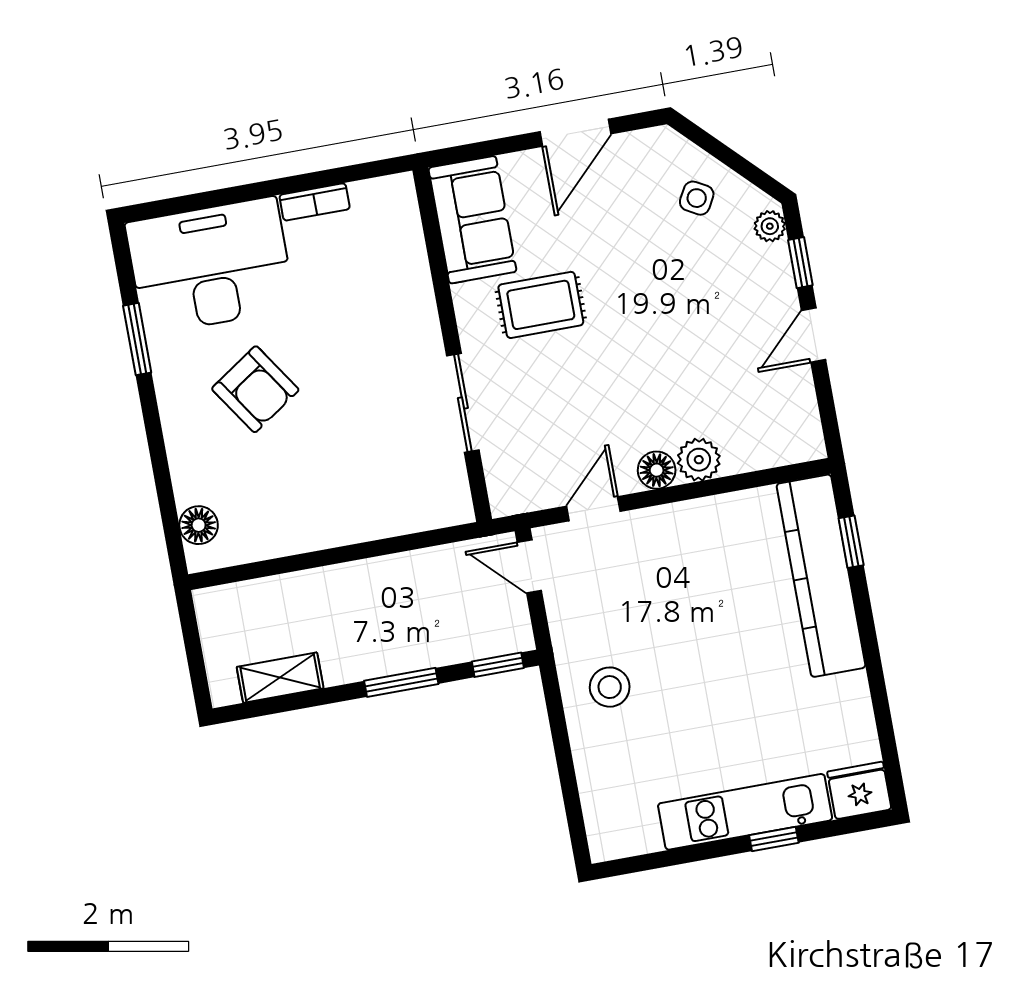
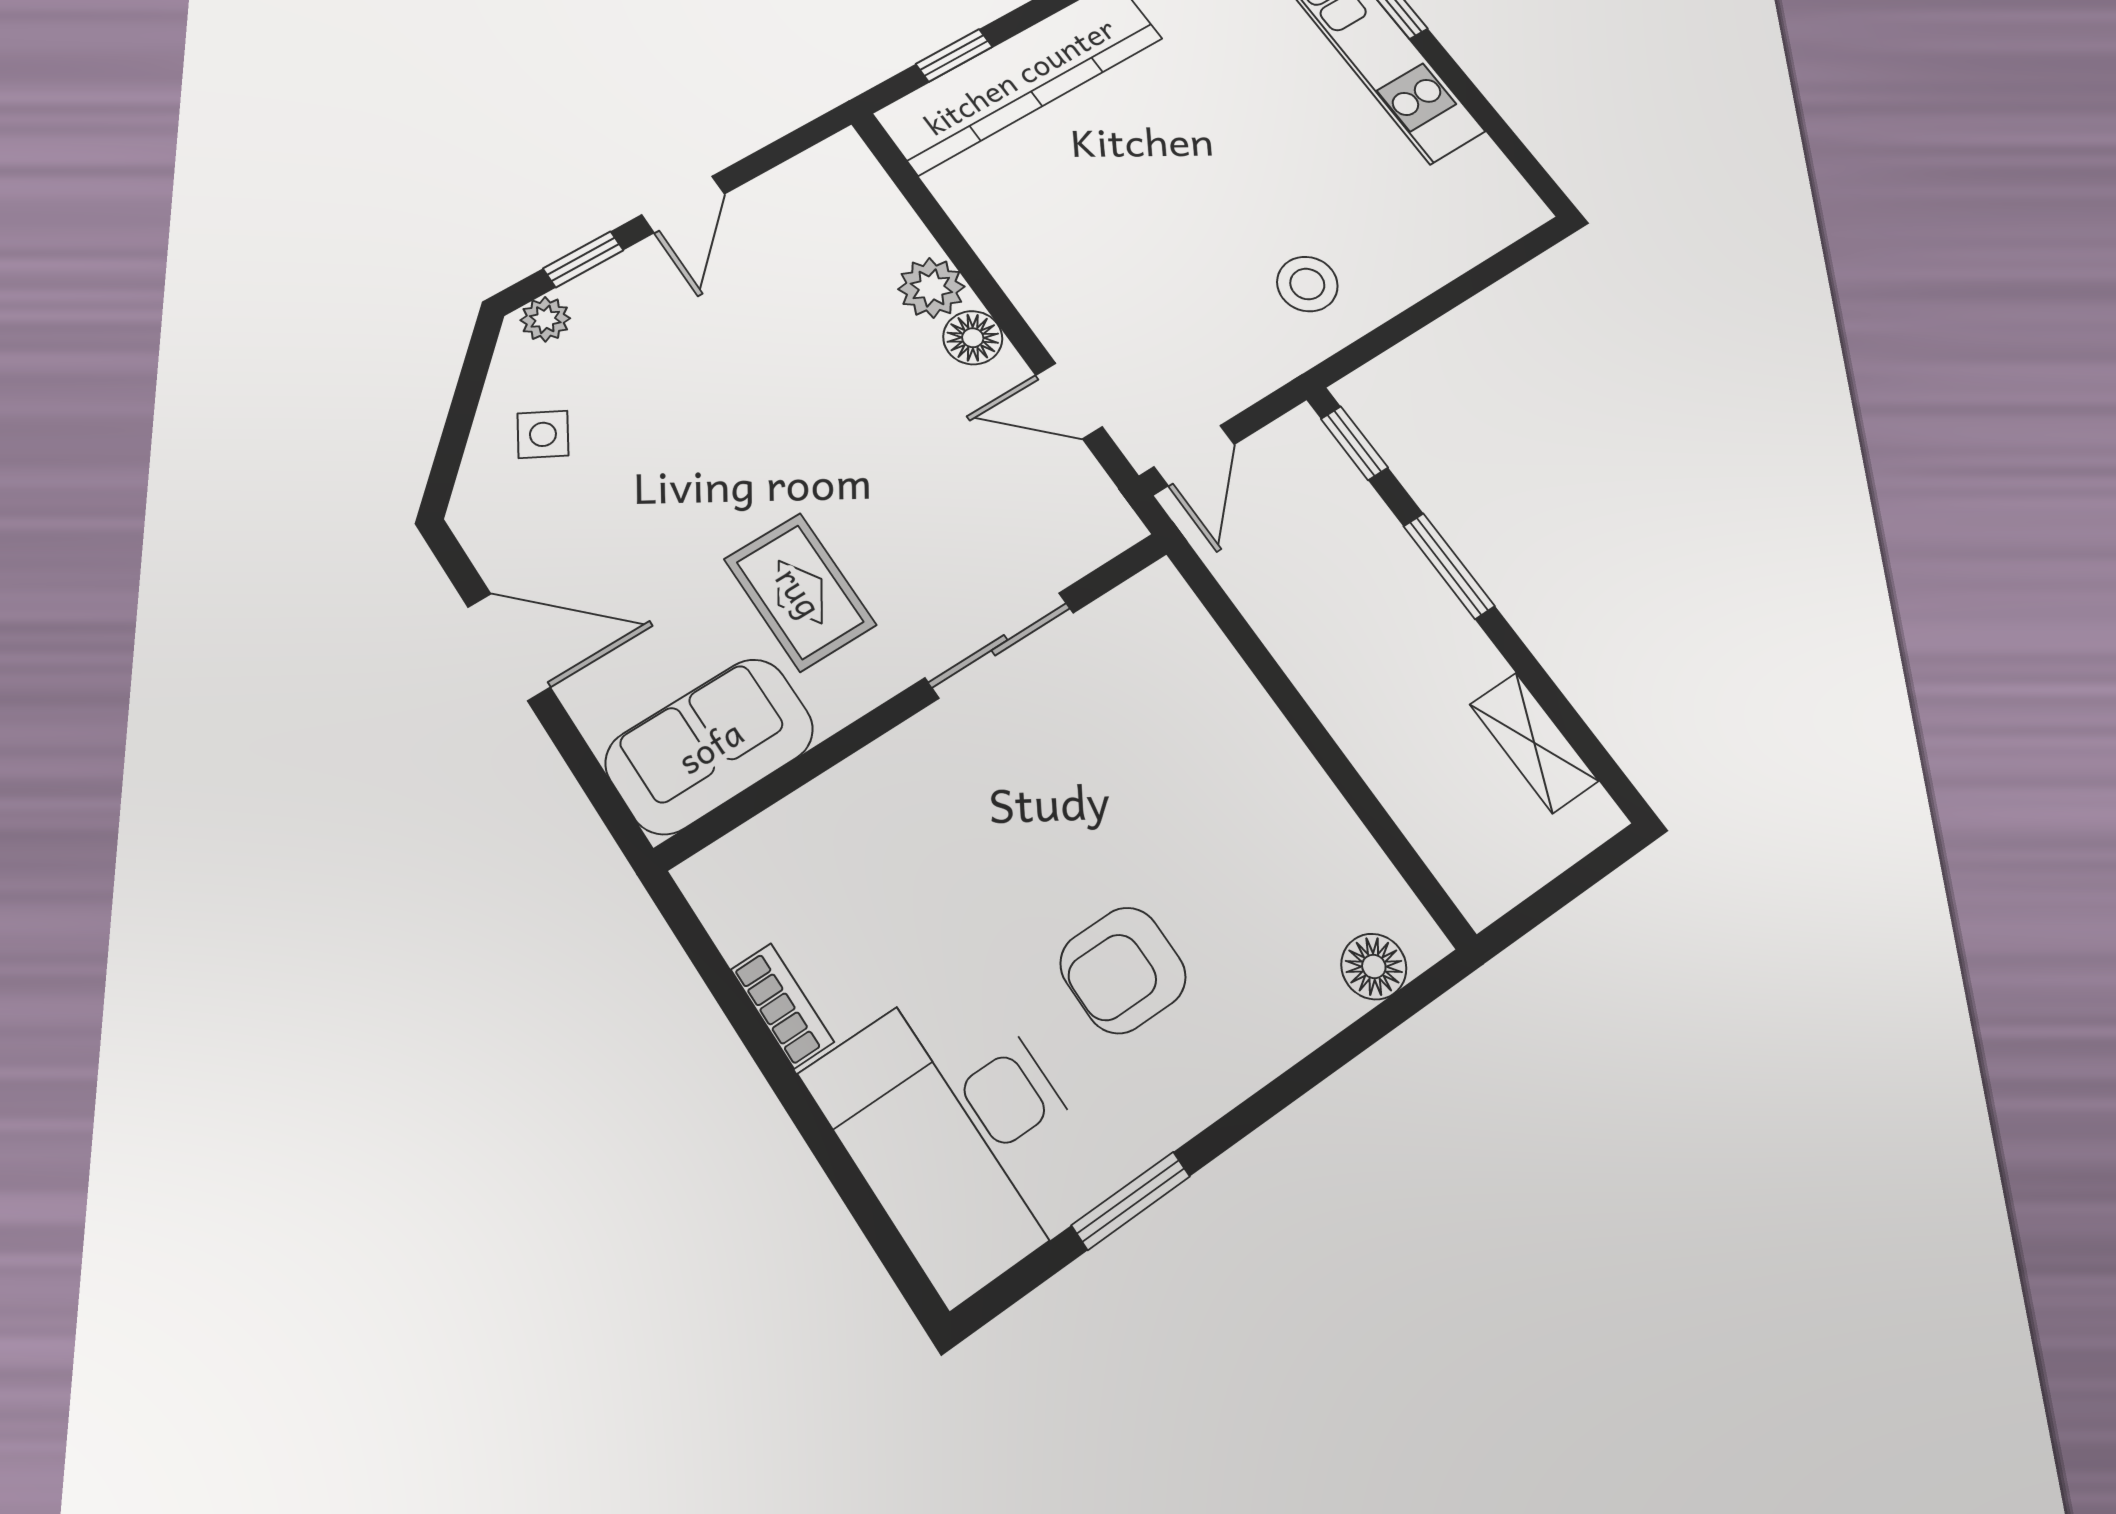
door: (814, 335) -> (683, 204), hinge flipped
armchair: (255, 389) -> (1123, 970), turned -146

